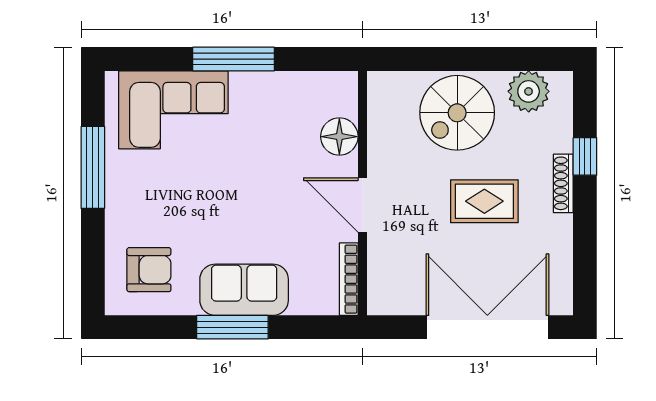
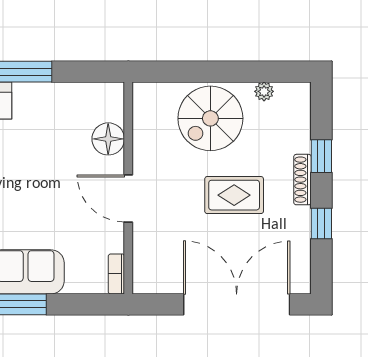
plant: (529, 91) -> (264, 91), width x0.53, depth x0.53
window: (585, 234) -> (321, 224), added
bookcase: (349, 279) -> (116, 274), width x0.64

